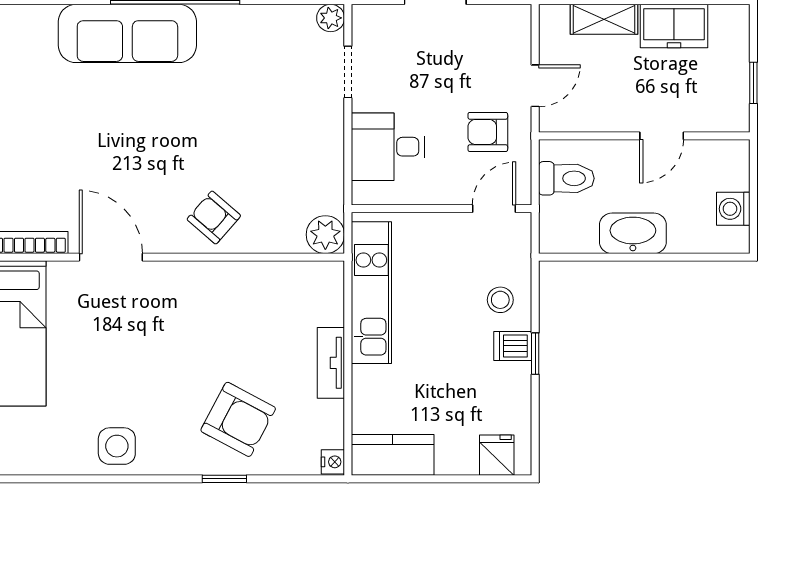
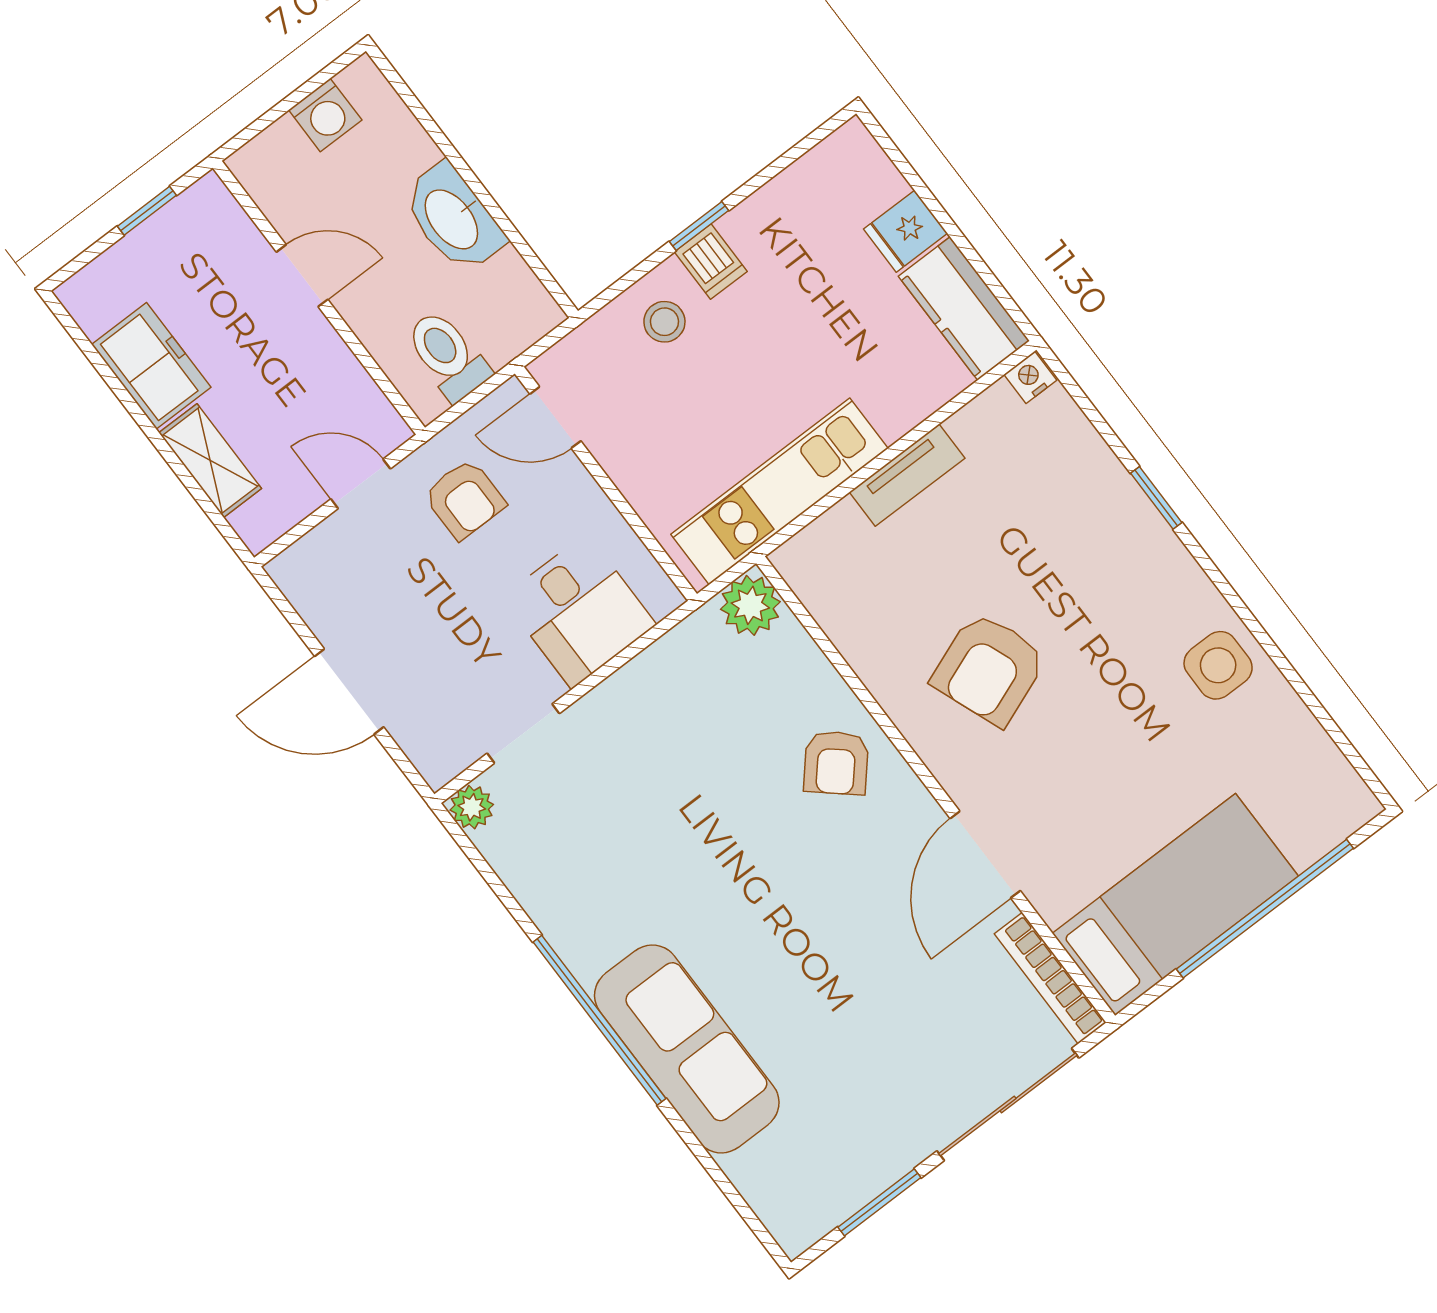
armchair: (238, 419) -> (989, 669), moved, turned -139
fridge: (497, 455) -> (906, 231), moved

